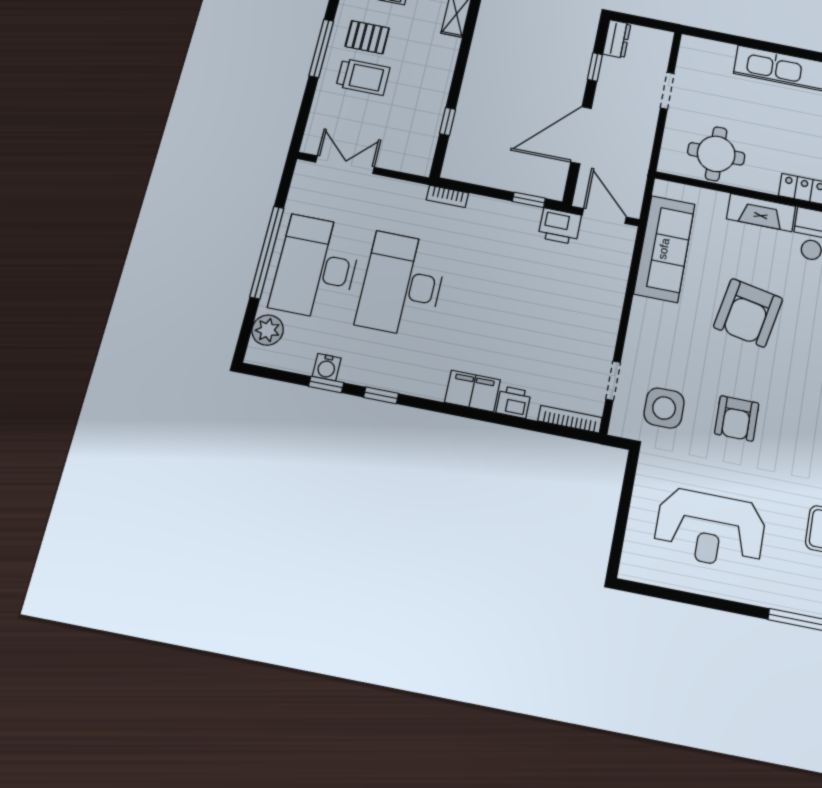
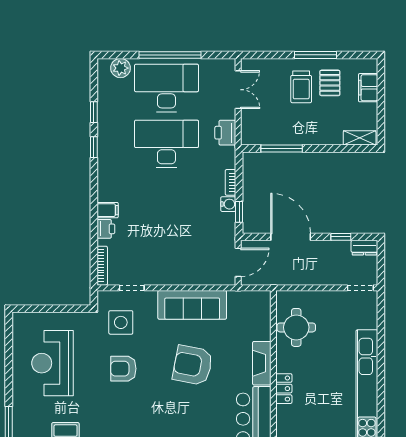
doorway: (667, 91) -> (360, 288), moved
window: (448, 122) -> (282, 148), width x2.17
bookcase: (447, 196) -> (231, 182), moved
printer: (560, 226) -> (225, 133), moved
sofa: (664, 249) -> (192, 305), moved
water cooler: (327, 367) -> (228, 204), moved, turned 180
filing cabinet: (472, 391) -> (108, 210), width x0.50

